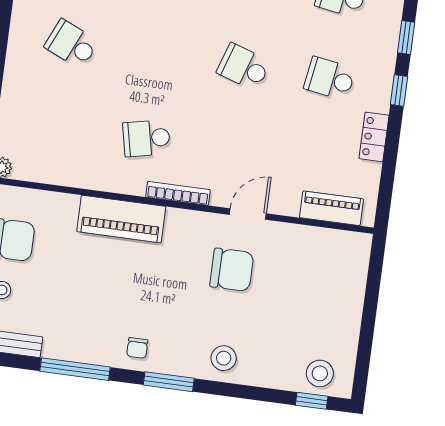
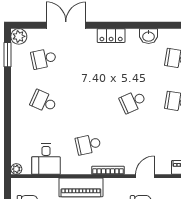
school desk: (244, 67) -> (133, 102), turned -42
desk: (61, 156) -> (46, 159), added

